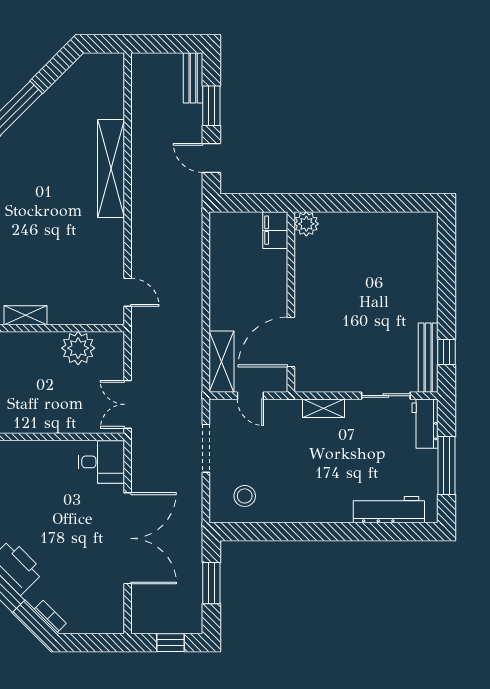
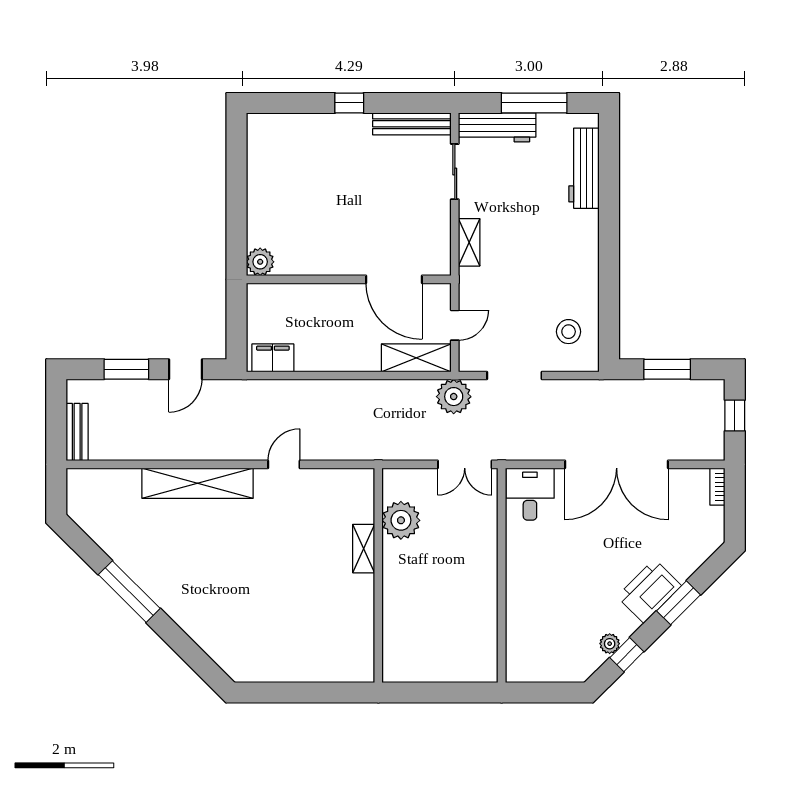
bench: (193, 78) -> (77, 432), moved, turned 90
filing cabinet: (275, 230) -> (273, 358), moved, turned 180
door: (128, 292) -> (284, 464), moved
shelving: (25, 315) -> (364, 549), moved
window: (447, 352) -> (349, 103), moved
plant: (187, 395) -> (454, 397), added
workbench: (425, 424) -> (497, 127), width x1.38
double door: (128, 538) -> (617, 464), swing flipped
bookcase: (50, 616) -> (717, 487), moved, turned -45

